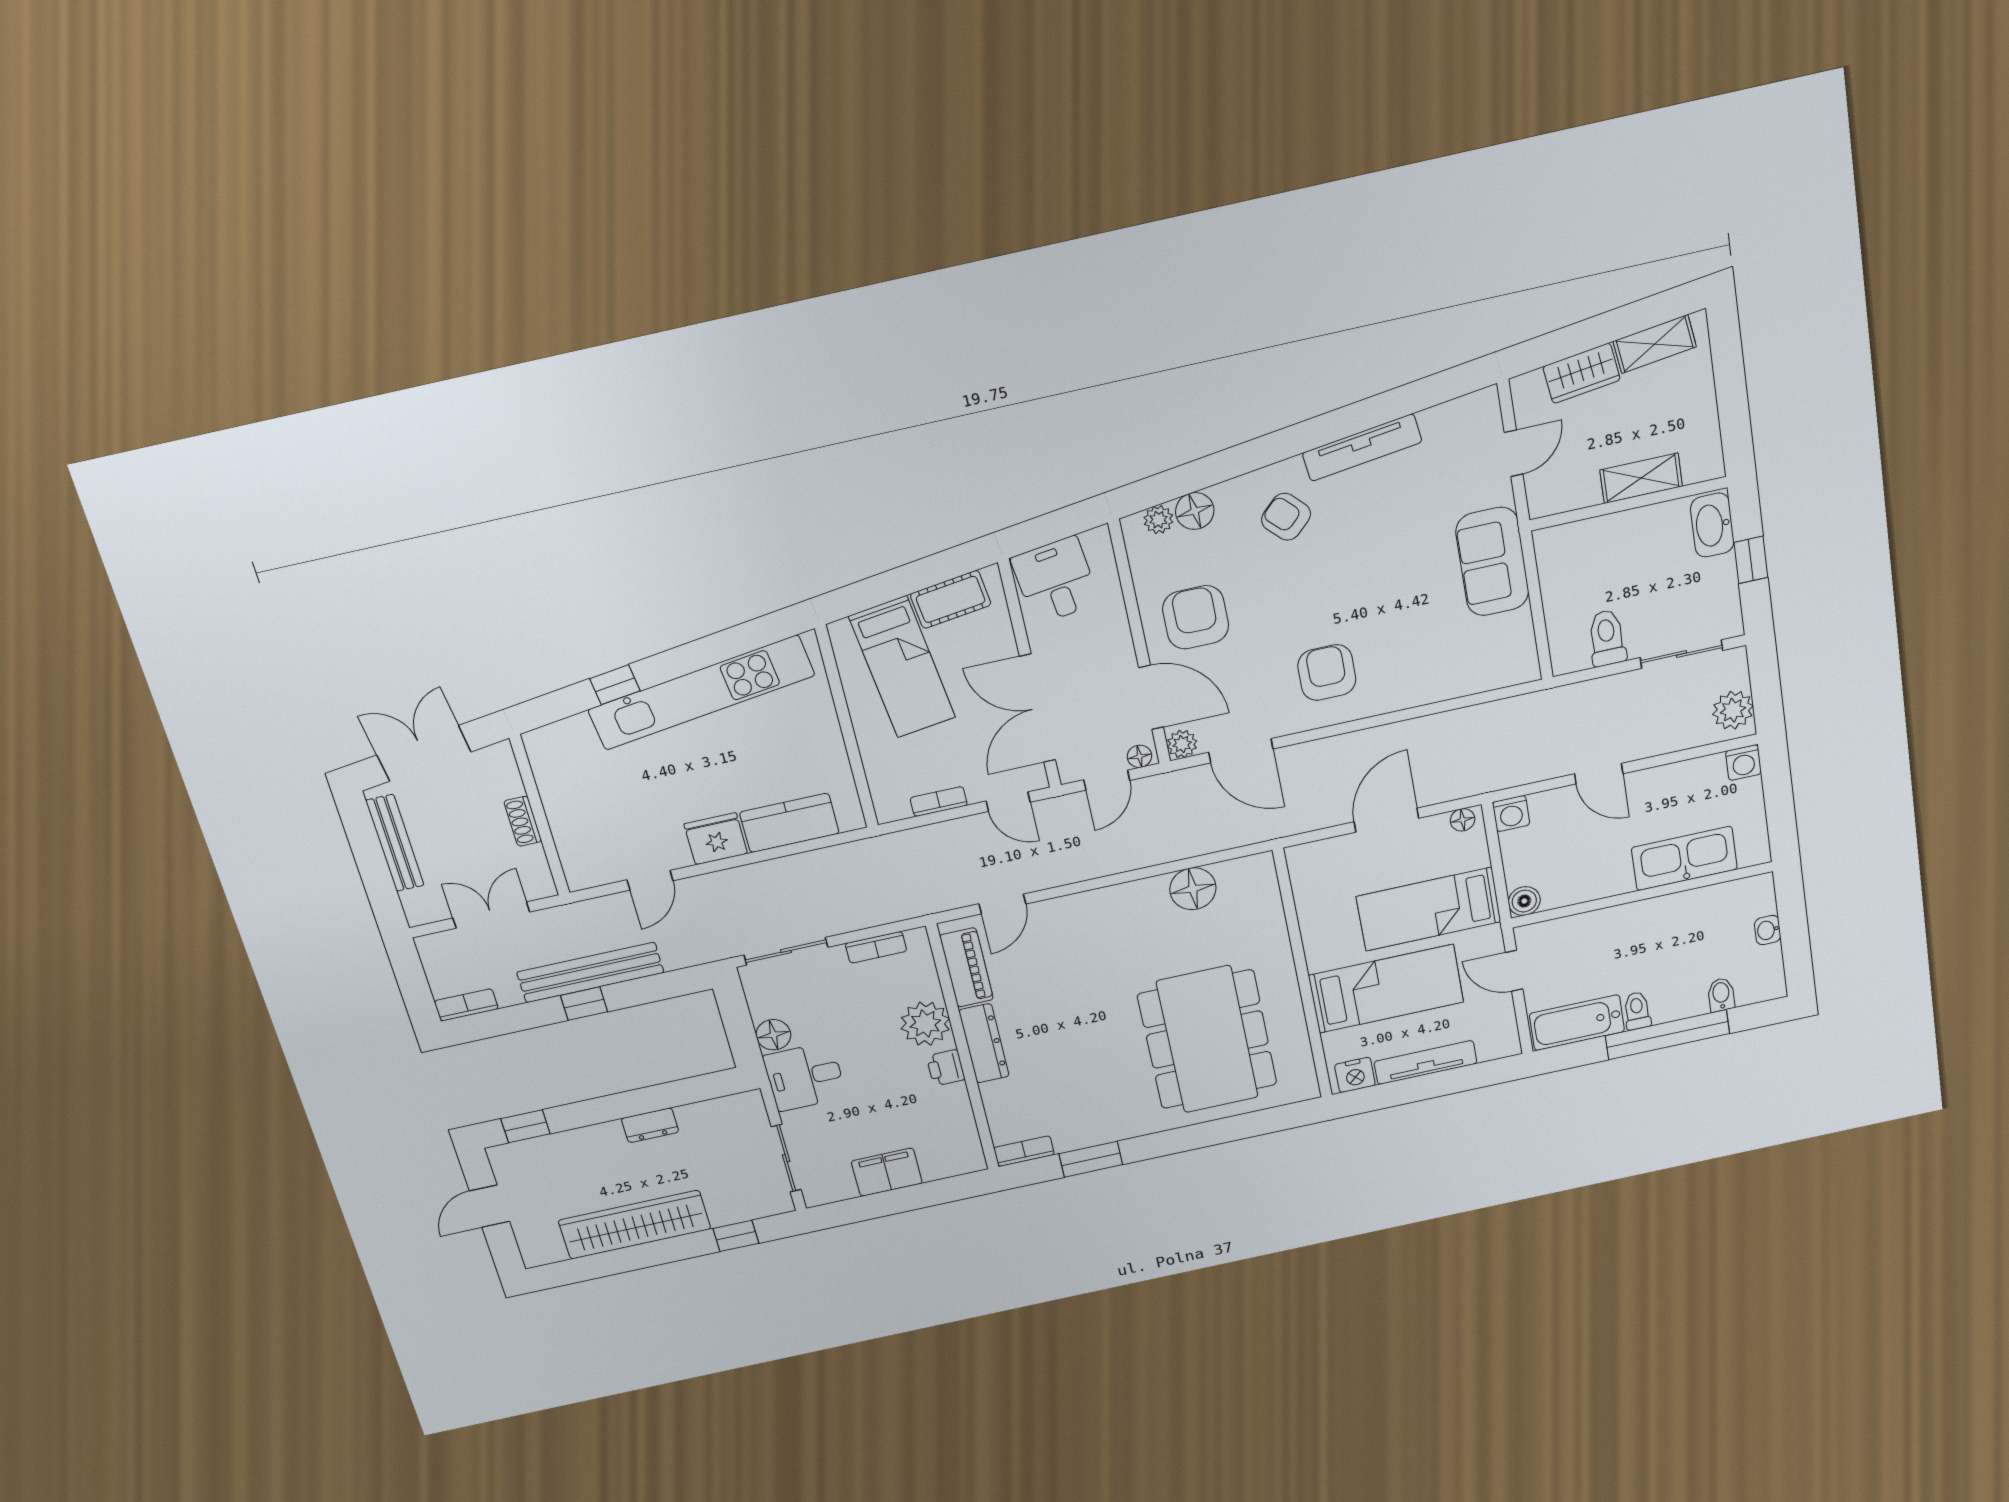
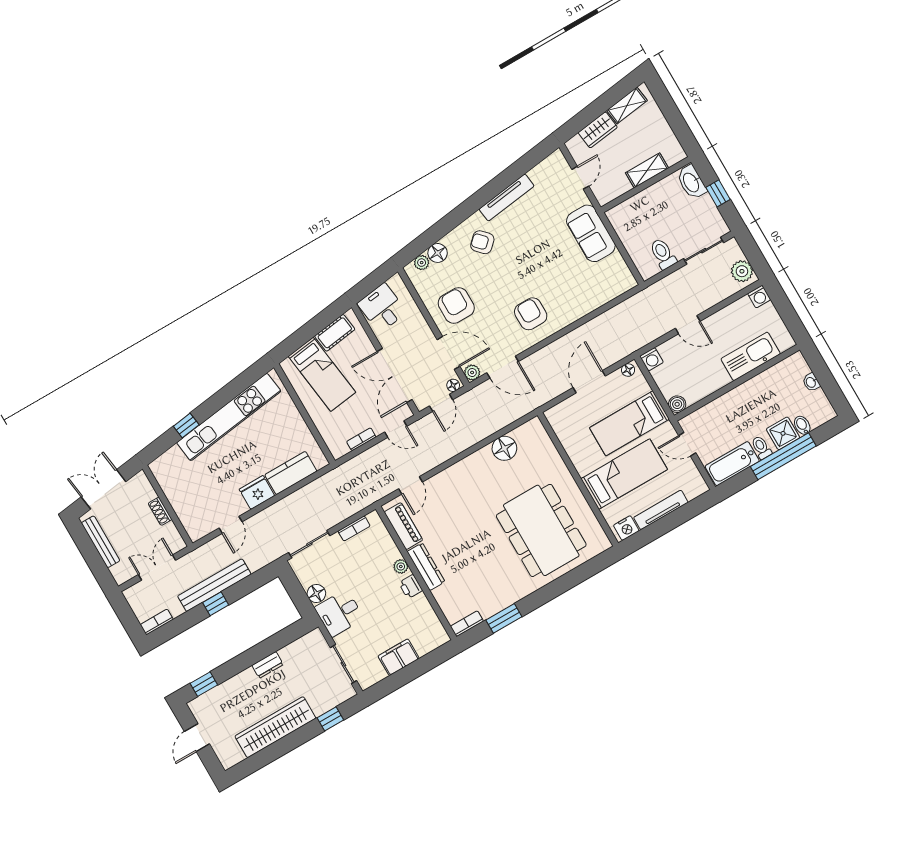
shower: (1683, 998) -> (783, 433), added
plant: (925, 1024) -> (401, 566), width x0.53, depth x0.53

